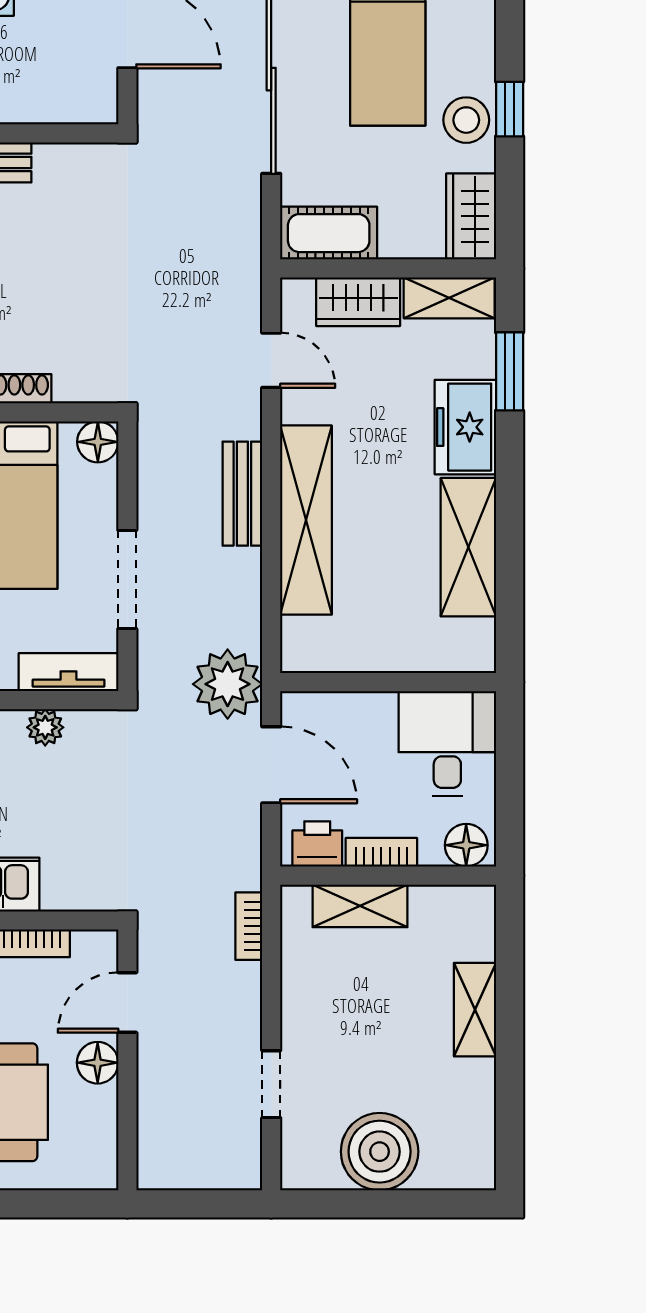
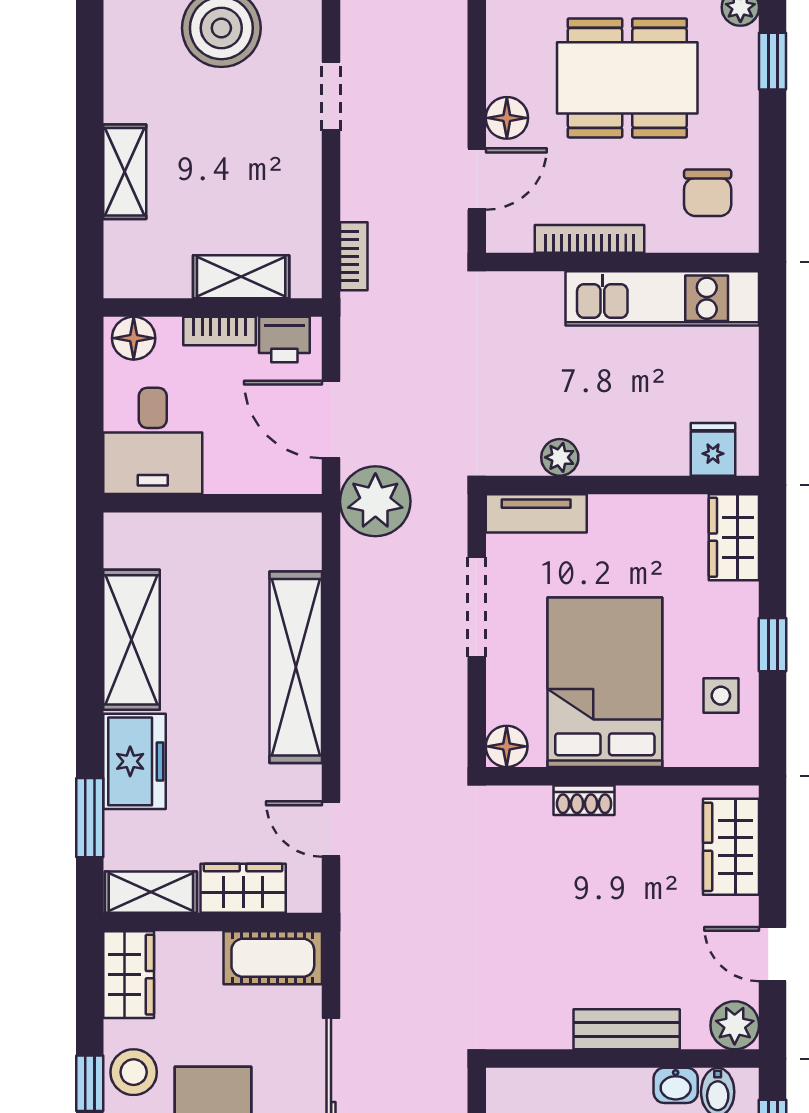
bench: (242, 494) -> (360, 694), removed

